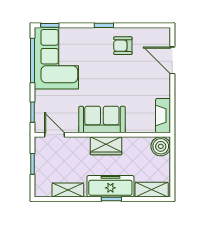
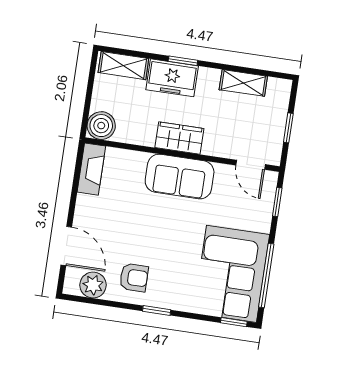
plant: (150, 36) -> (93, 285), added
freezer: (110, 186) -> (172, 78), width x0.71

